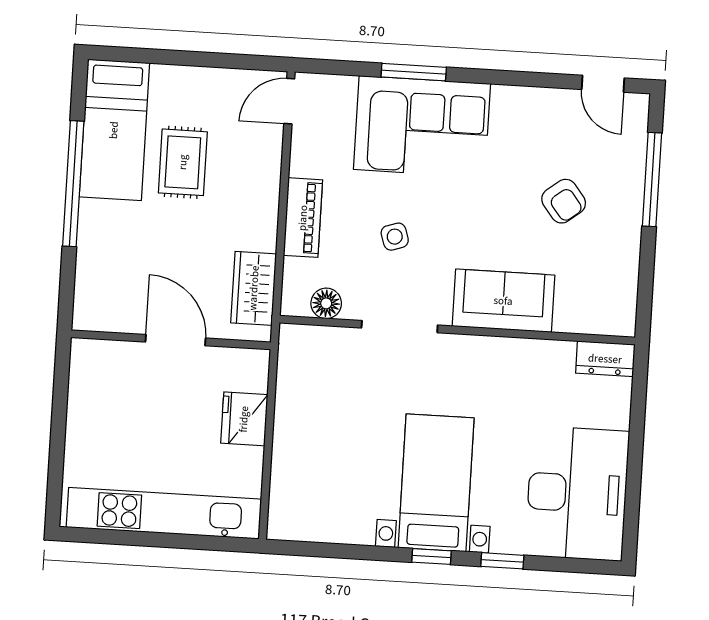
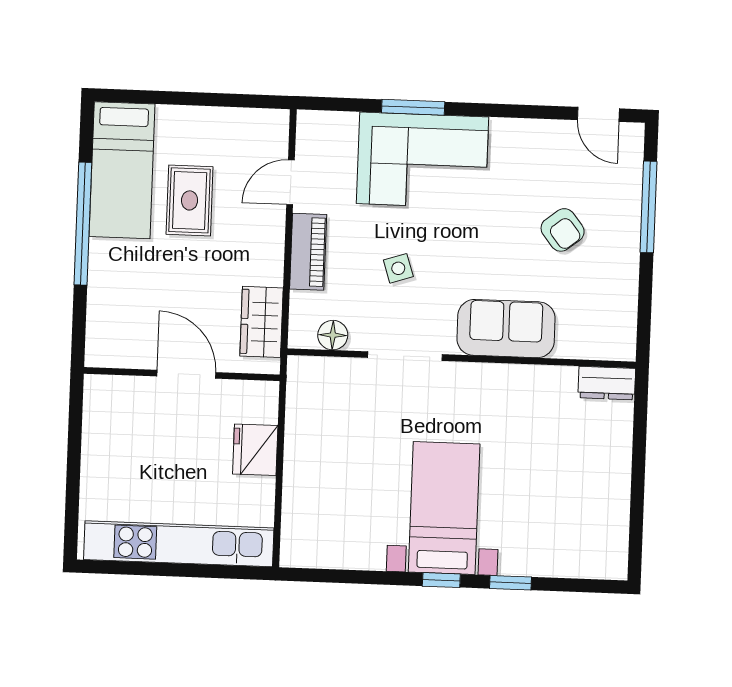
door: (289, 101) -> (291, 182), moved
desk: (577, 493) -> (582, 515), removed

